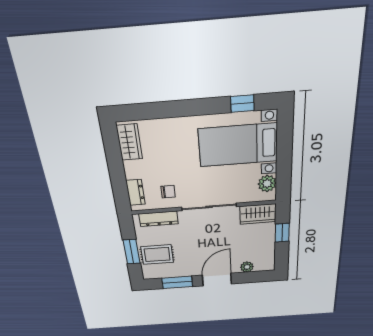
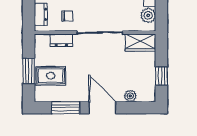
dresser: (159, 219) -> (61, 40), width x0.70
window: (282, 233) -> (161, 76), moved
door: (217, 280) -> (102, 108), hinge flipped

